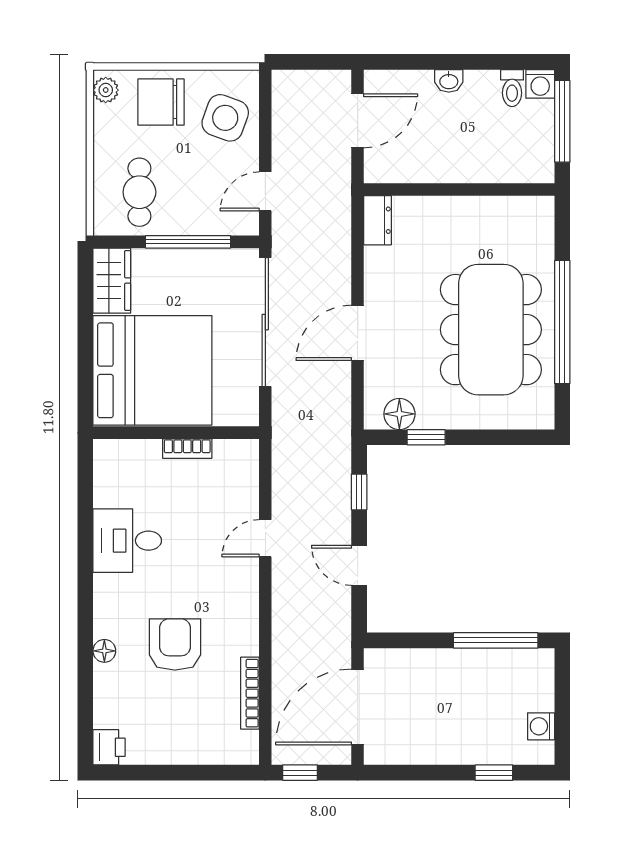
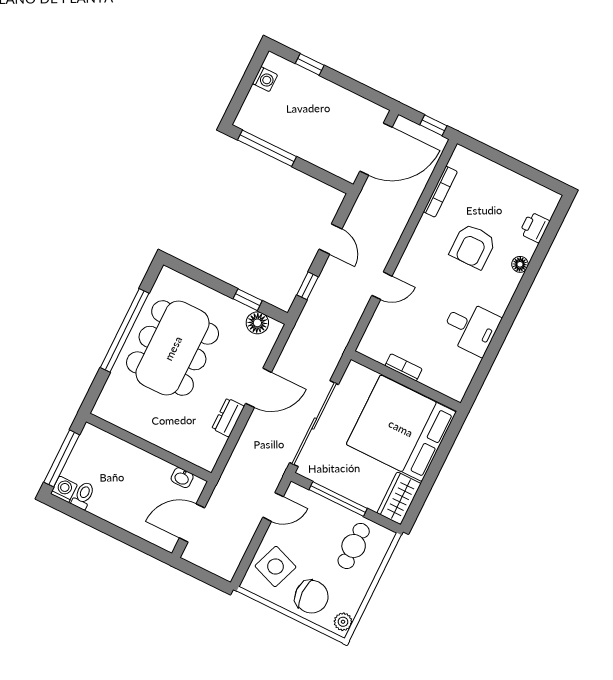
washbasin: (449, 81) -> (182, 478), moved, turned 180
dresser: (378, 220) -> (228, 417), moved
printer: (109, 747) -> (535, 227), moved

